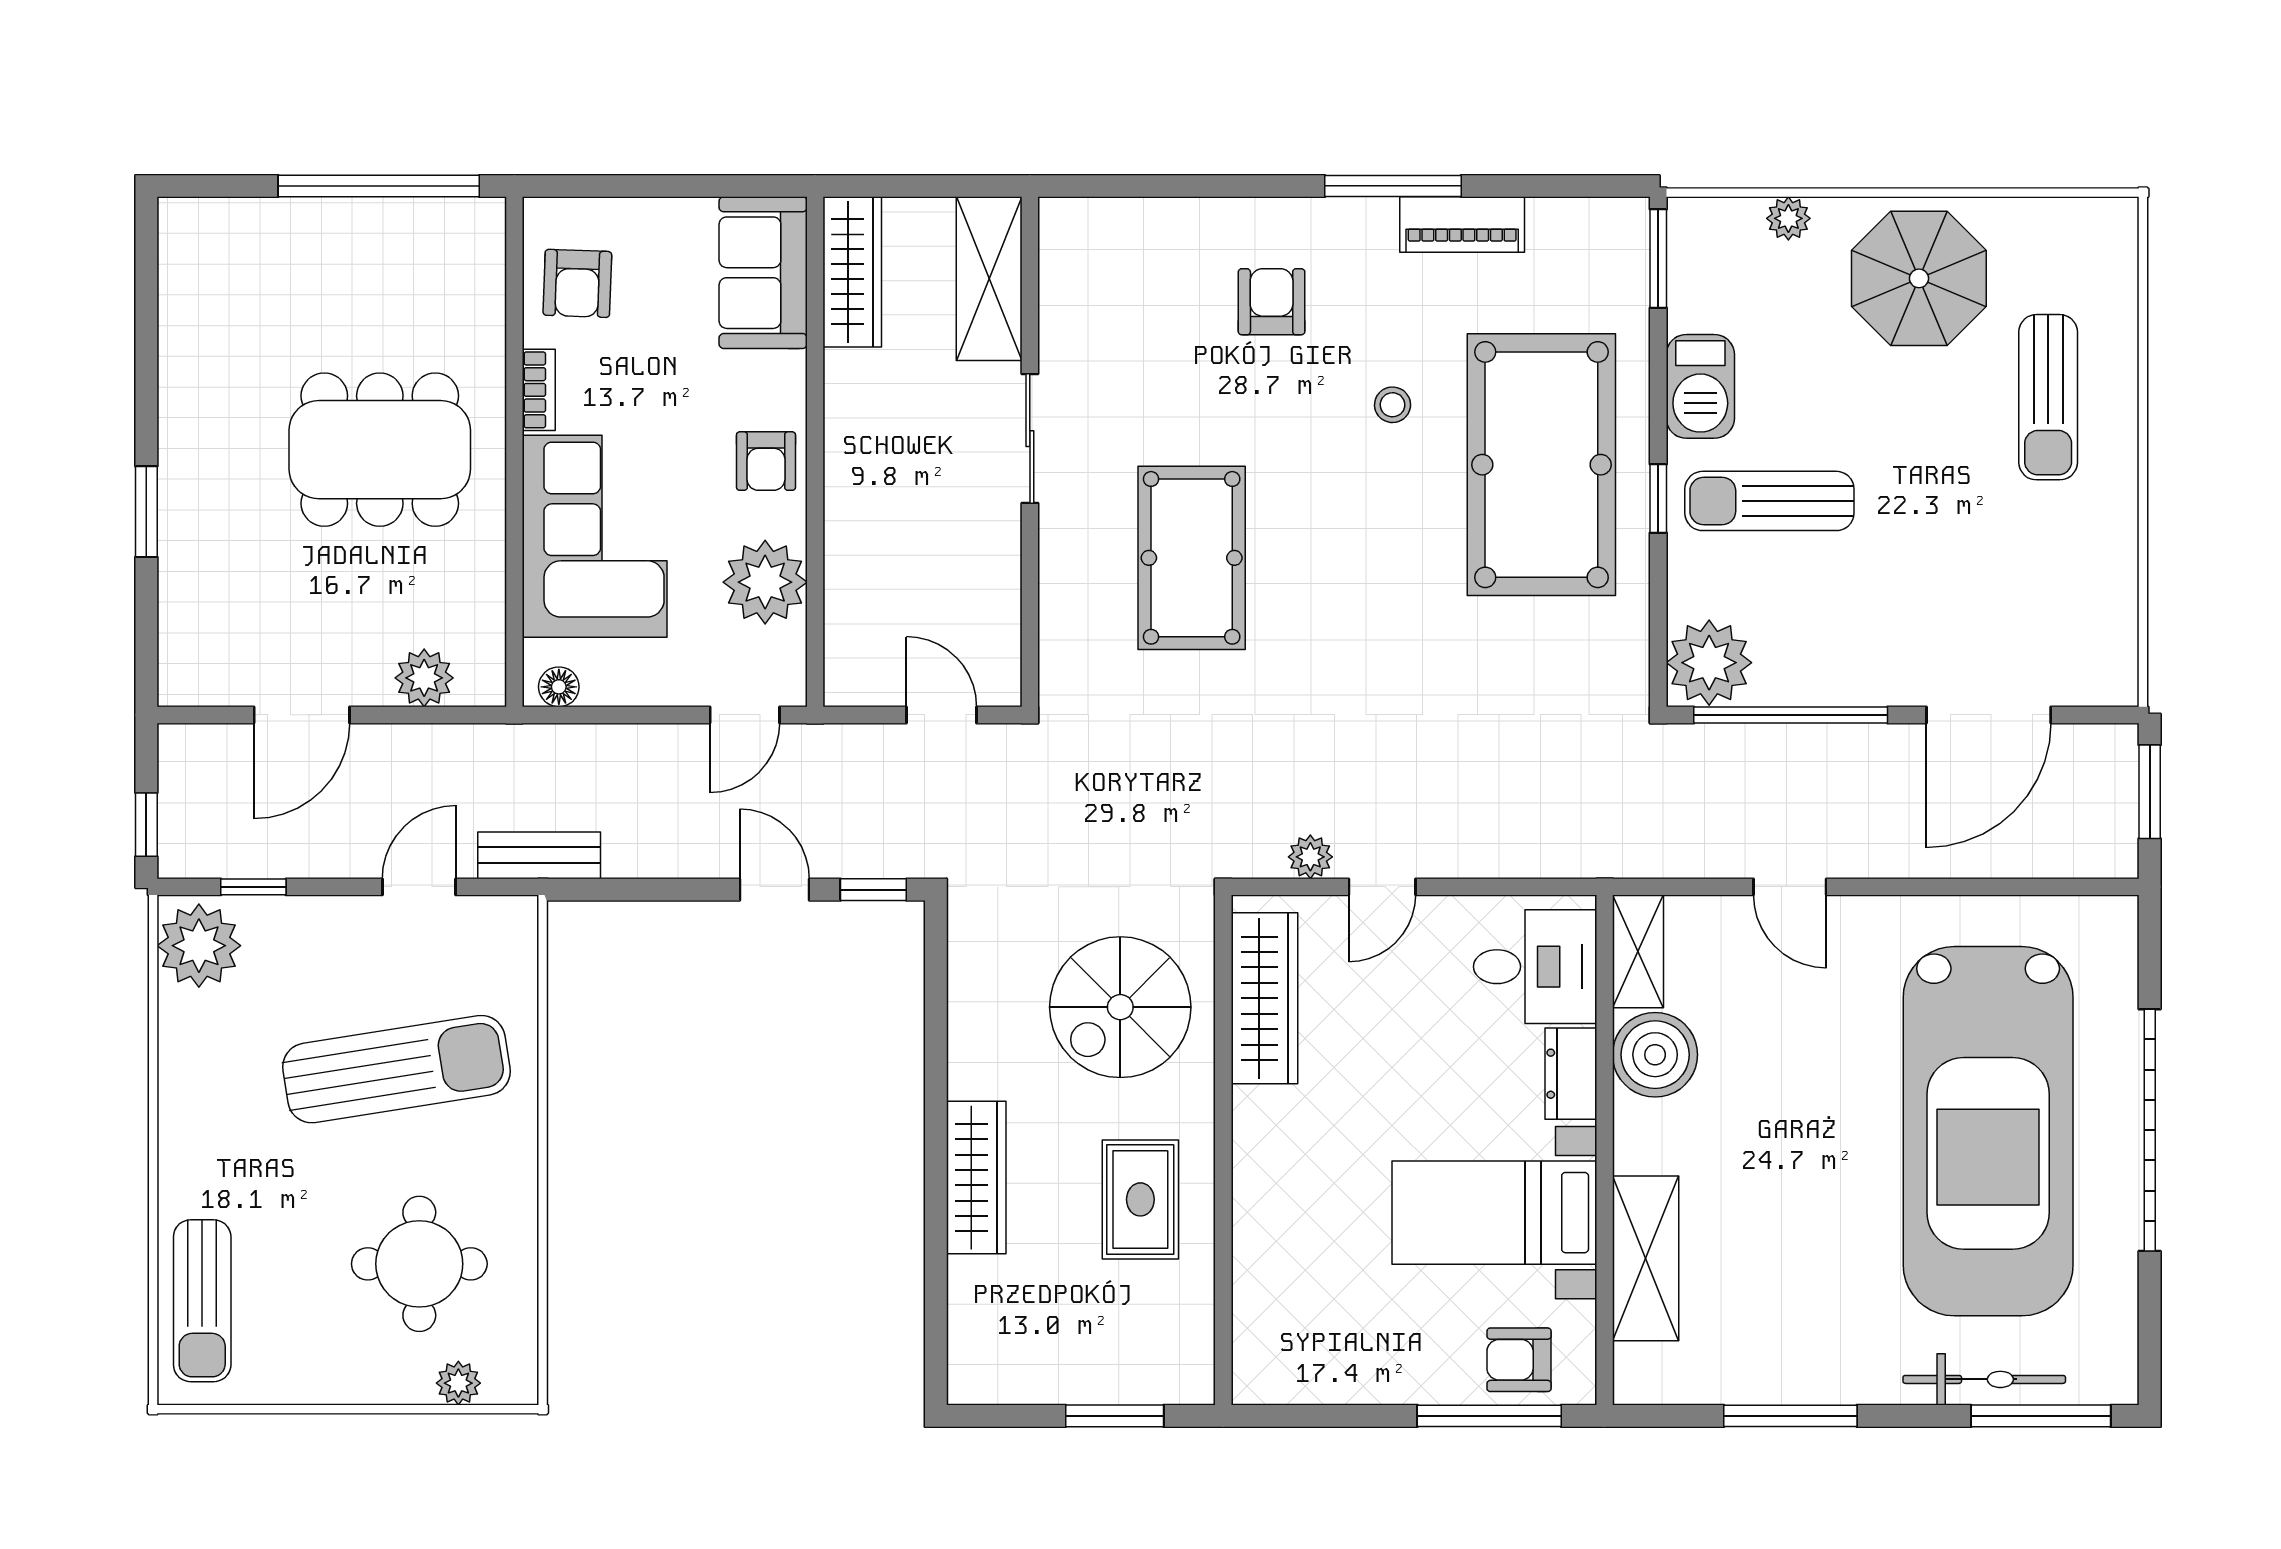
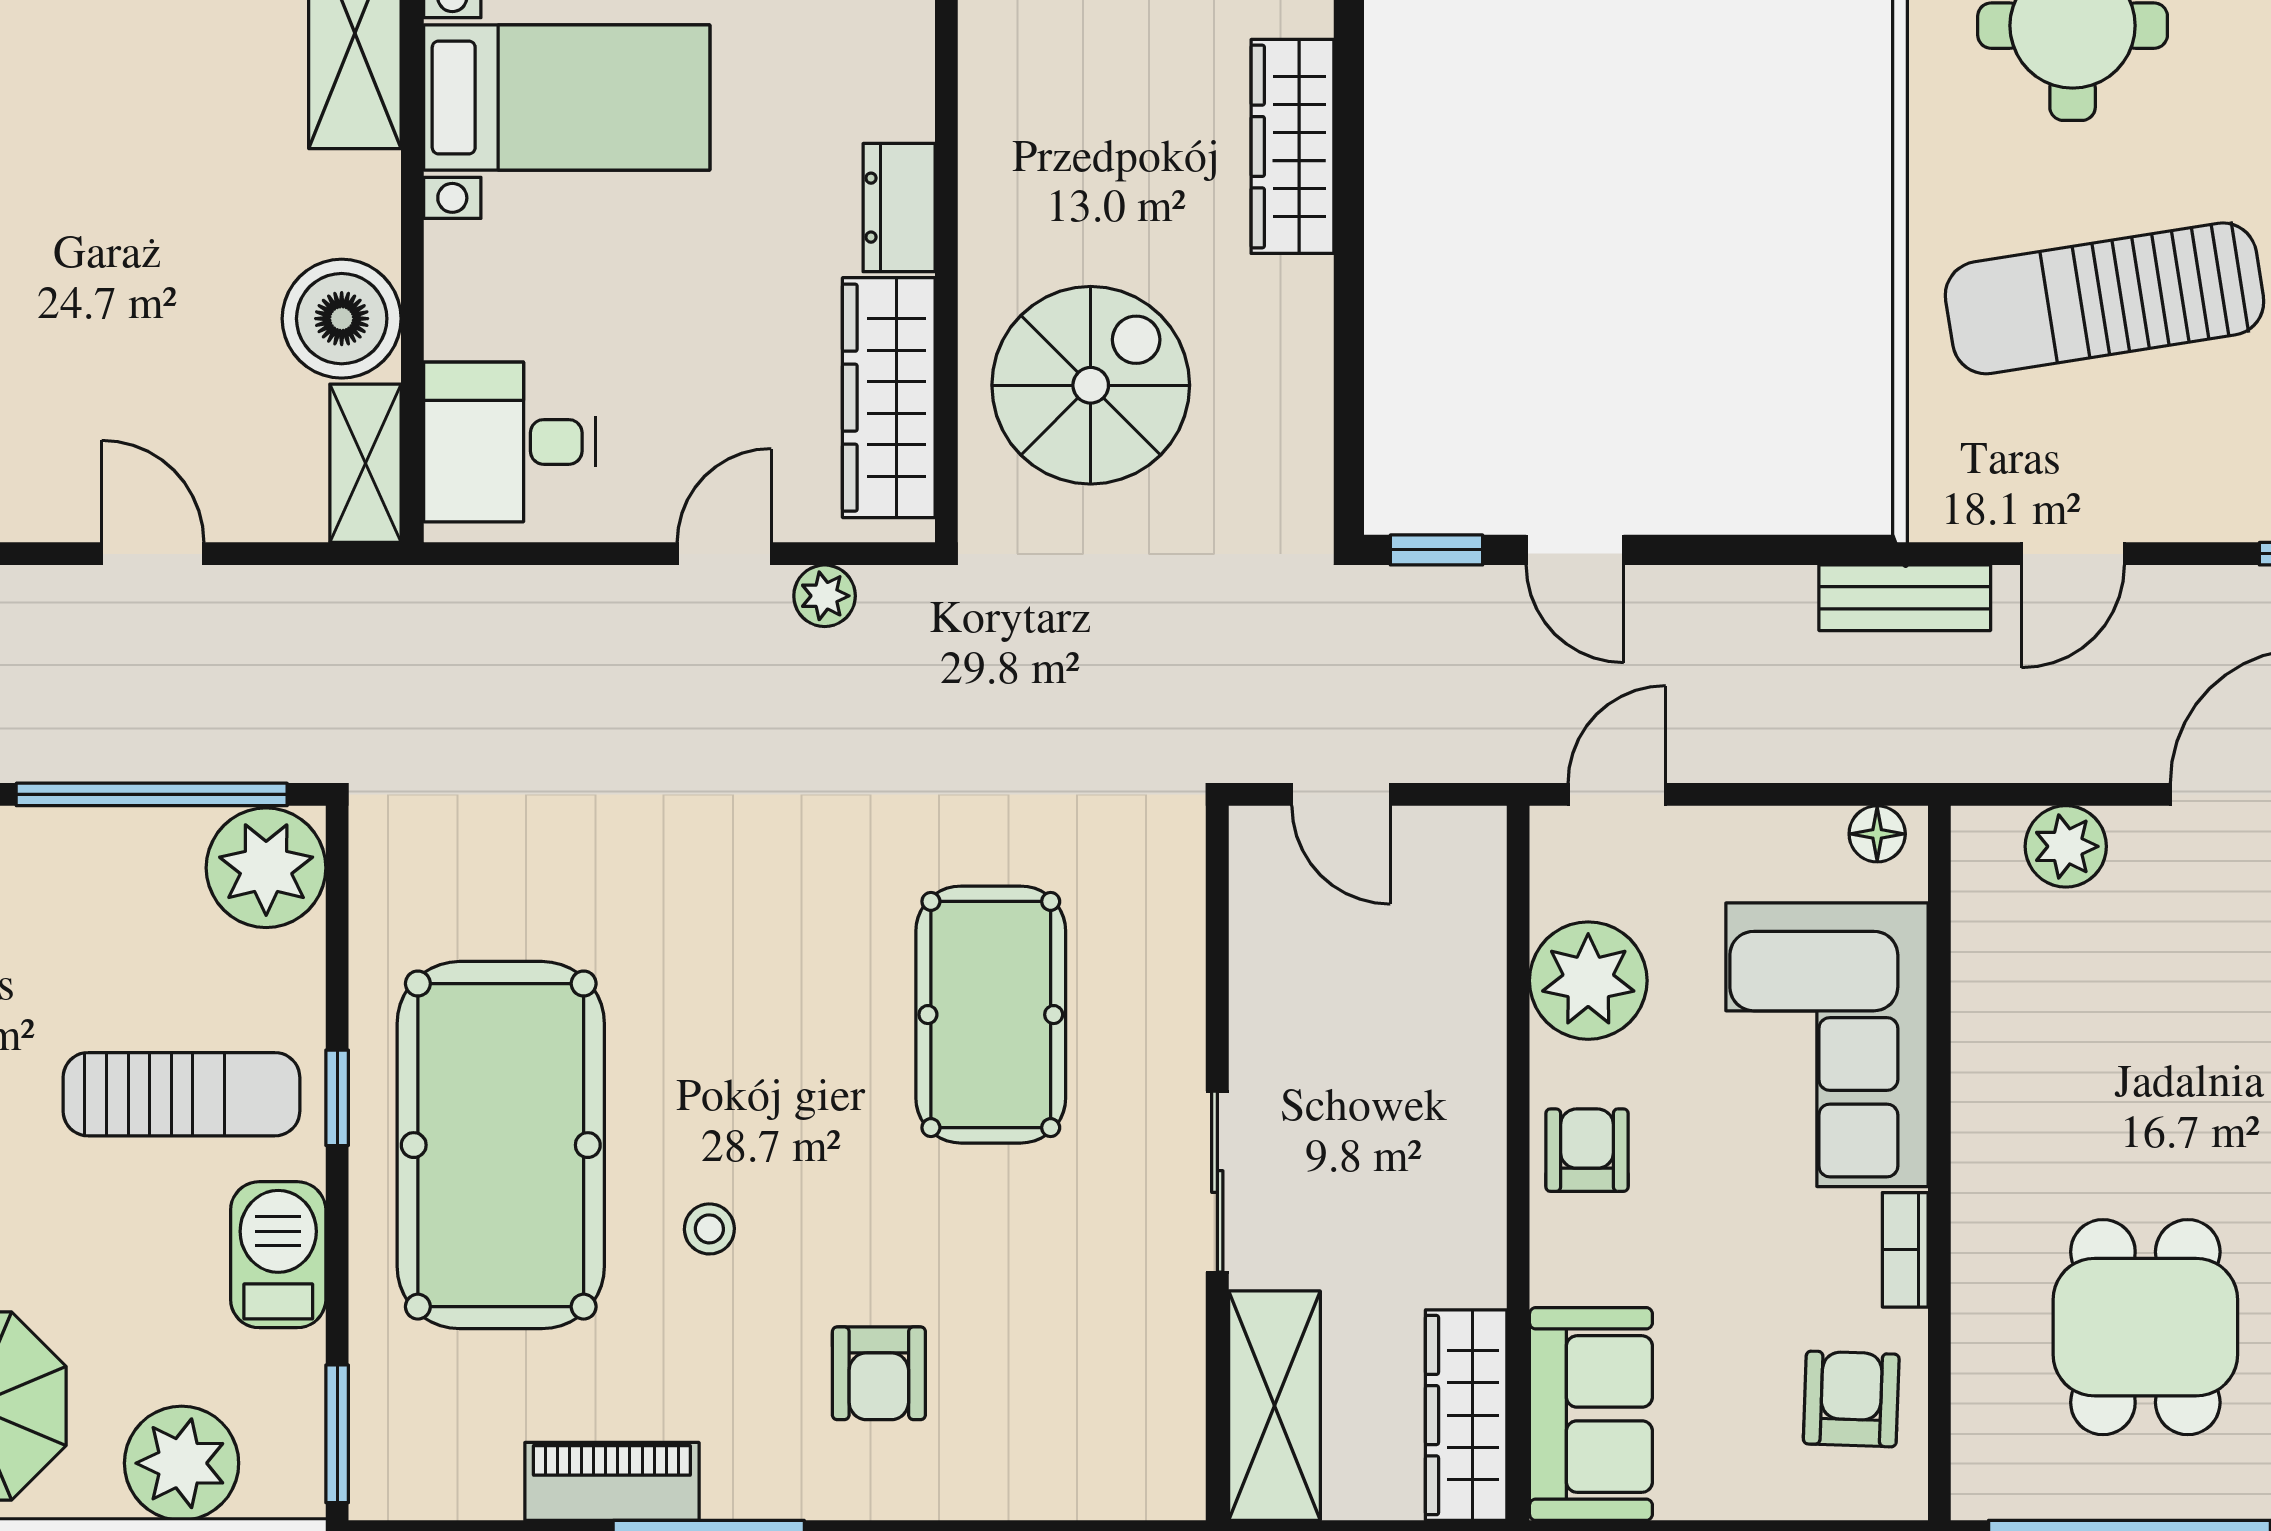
plant: (1788, 218) -> (182, 1463), width x1.88, depth x1.88
dining table: (380, 450) -> (2145, 1327), moved, width x0.73
dresser: (1571, 1074) -> (899, 208), moved, turned 180
rug: (1140, 1199) -> (1063, 116), removed

